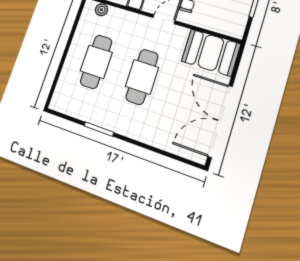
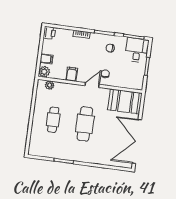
cafe table: (96, 62) -> (53, 120), width x0.73, depth x0.74

